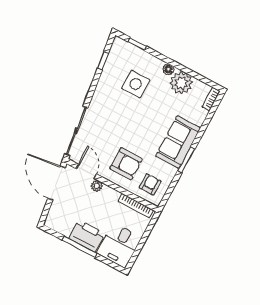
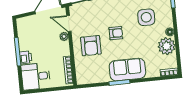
door: (86, 171) -> (69, 23), swing flipped
armchair: (150, 184) -> (116, 33), moved
printer: (87, 236) -> (26, 57), width x0.53, depth x0.68

